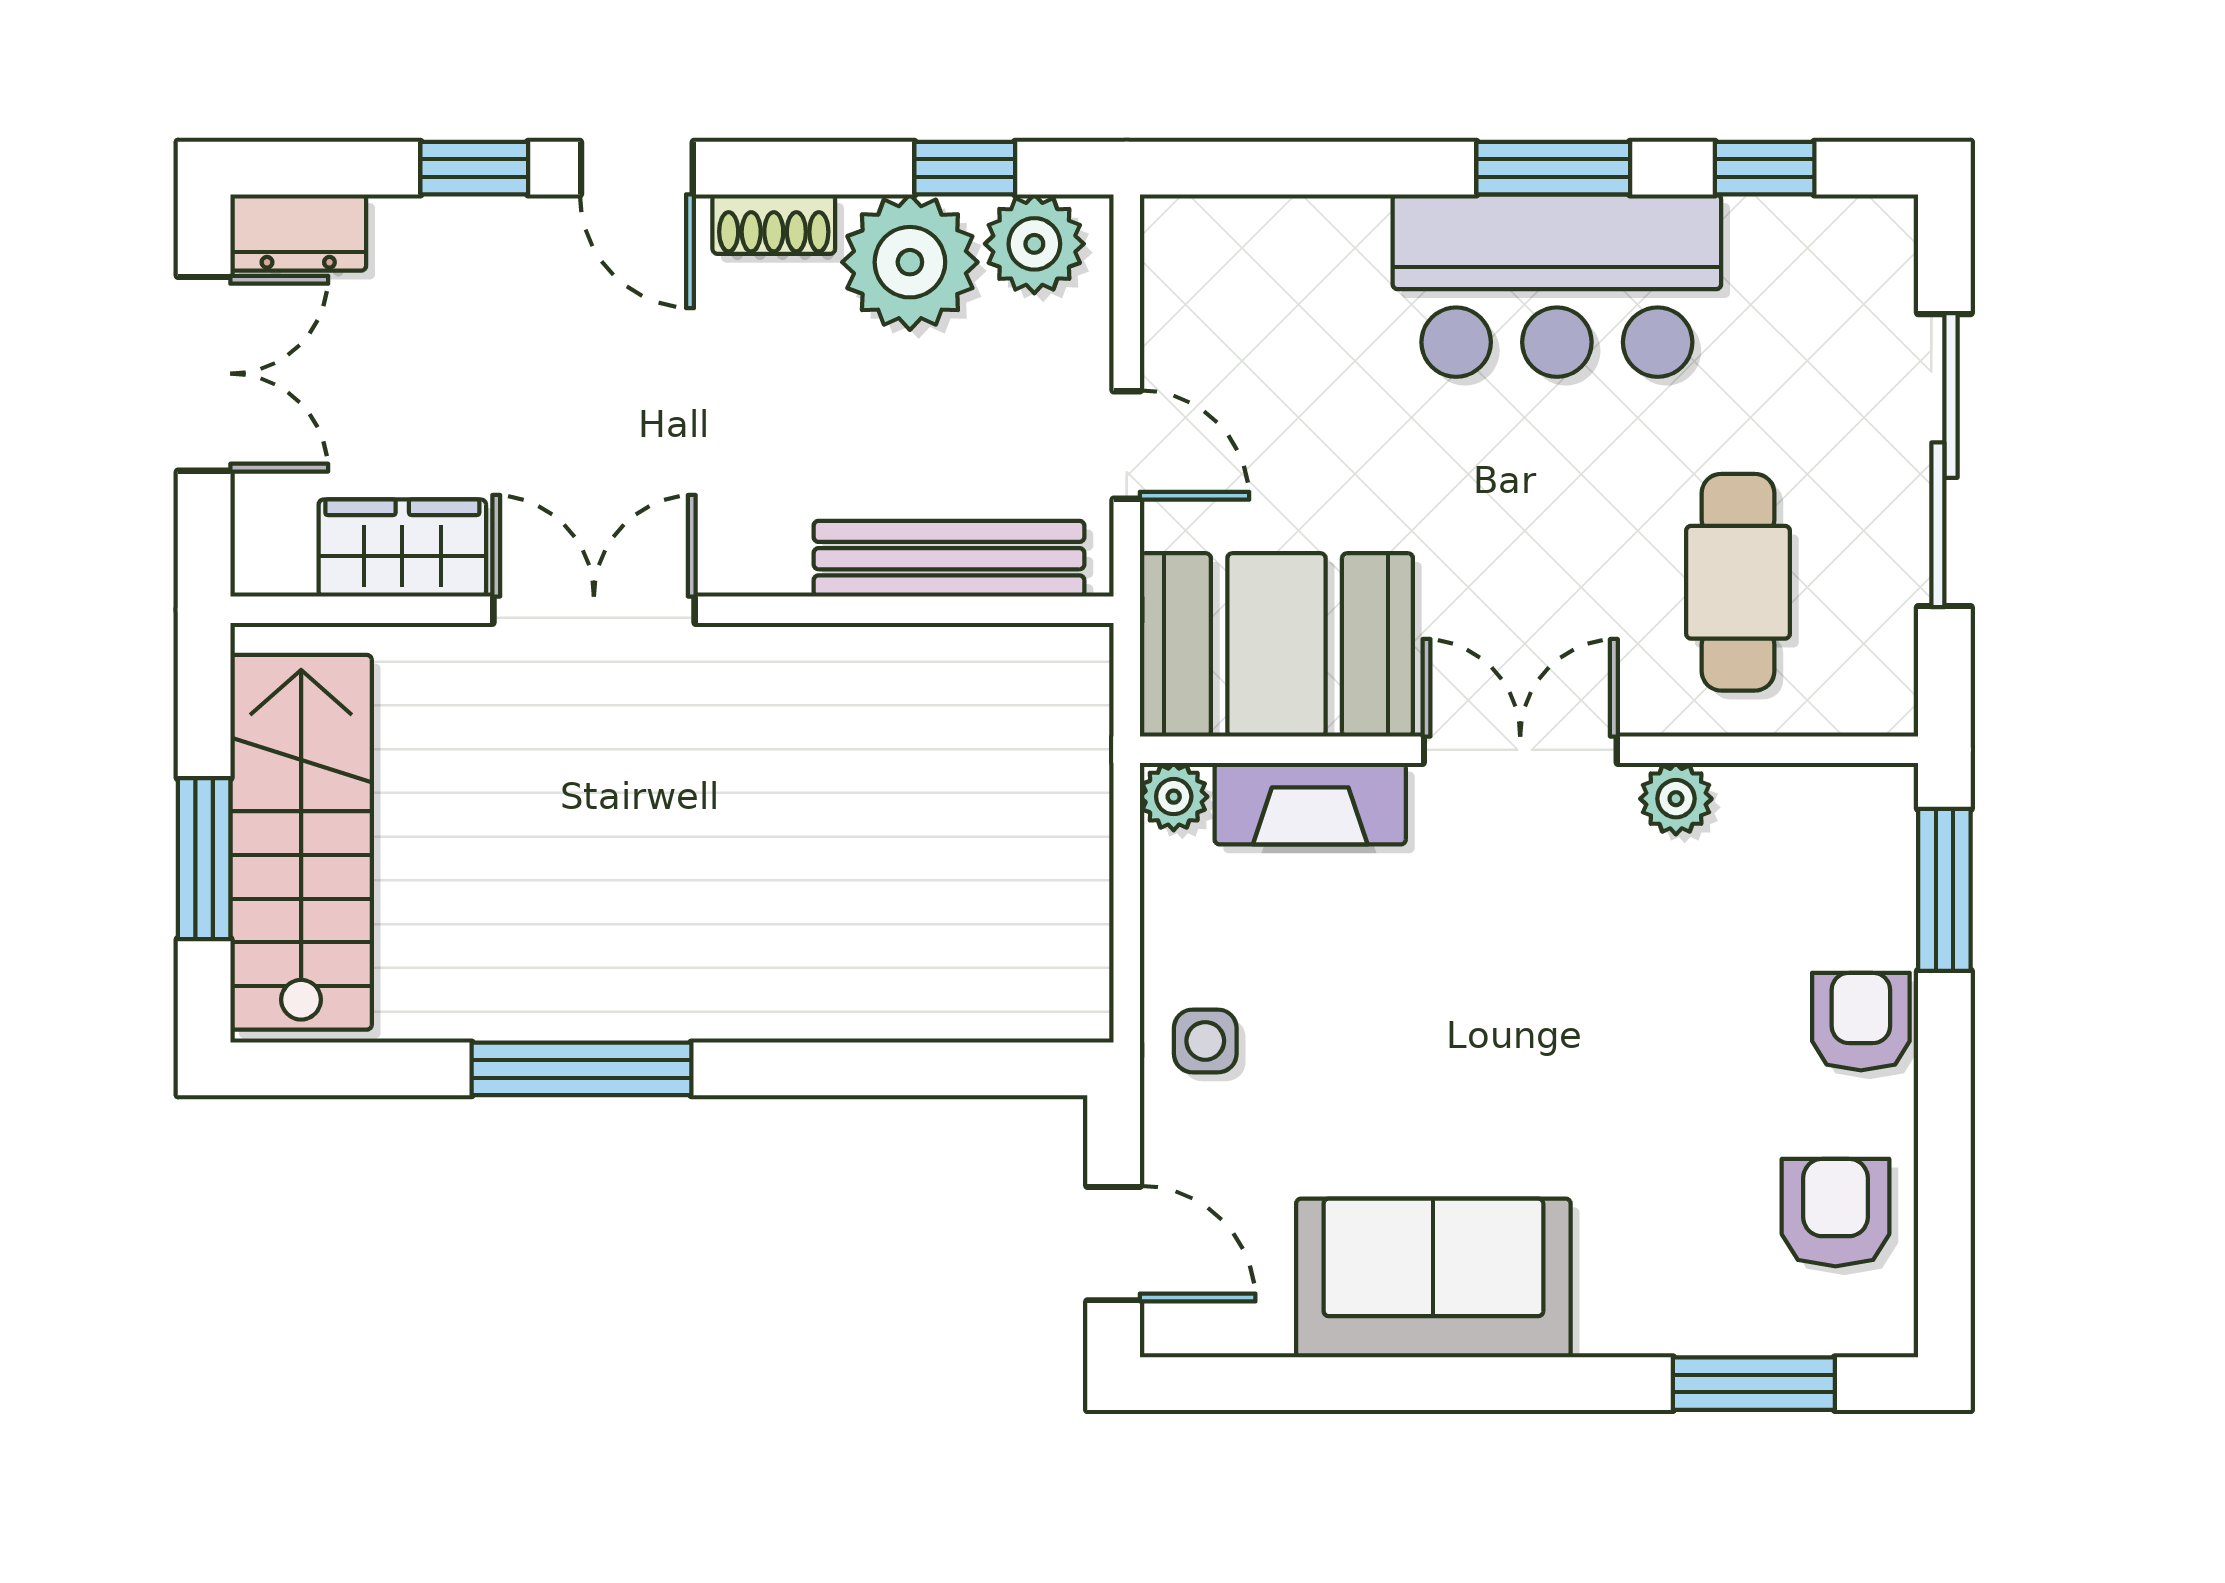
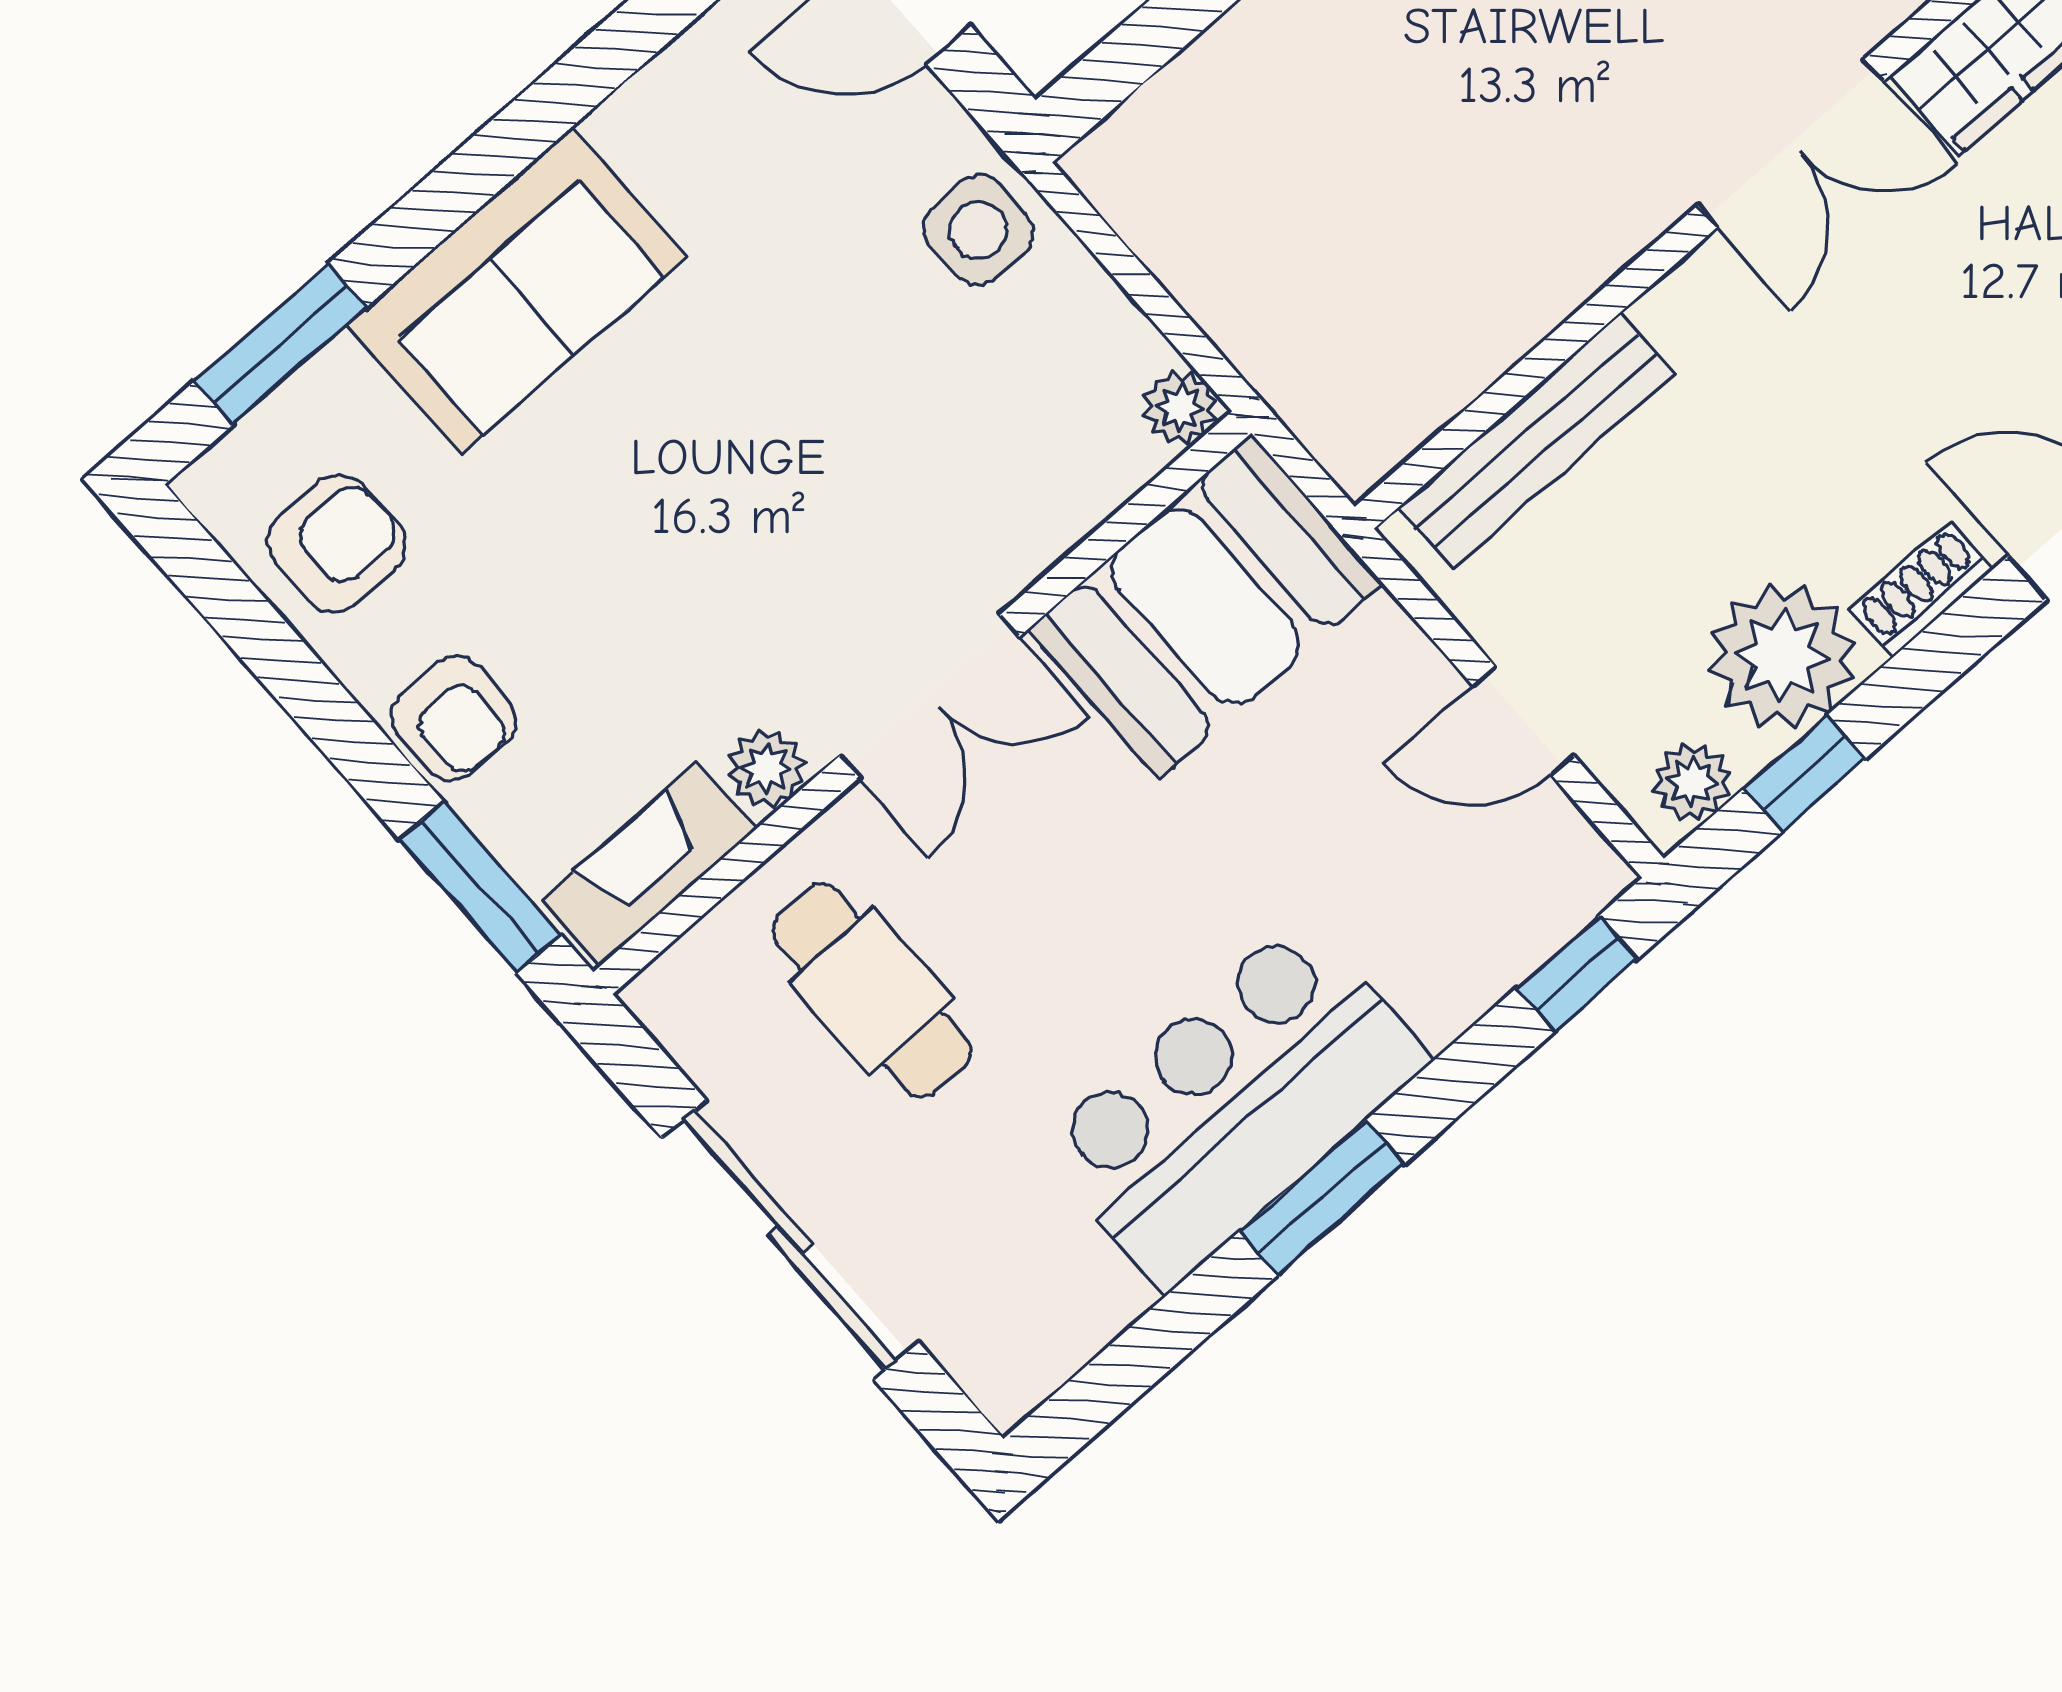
window: (1765, 168) -> (1577, 974), moved
plant: (1034, 244) -> (1692, 782), width x0.73, depth x0.73
door: (1127, 445) -> (1523, 721), moved
fireplace: (1310, 804) -> (649, 864), moved
side table: (1205, 1041) -> (978, 230), width x1.37, depth x1.37
armchair: (1836, 1213) -> (337, 544), turned -90
sofa: (1433, 1278) -> (516, 291), moved

